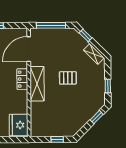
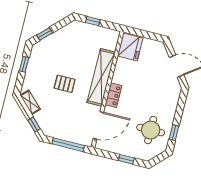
shelving: (37, 84) -> (101, 77), width x1.47

